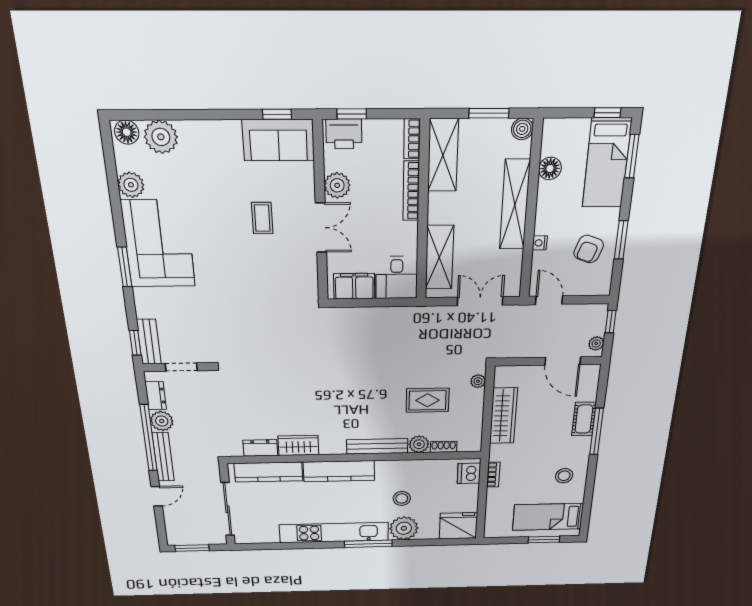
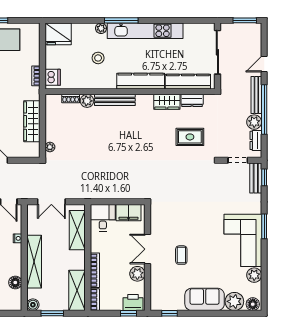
sofa: (278, 140) -> (205, 299), moved
rug: (428, 400) -> (190, 137), moved
plant: (404, 528) -> (101, 28), width x0.53, depth x0.53

